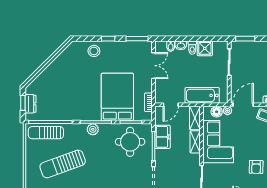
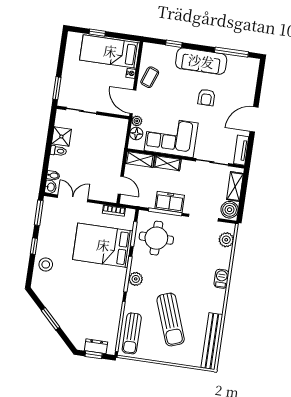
washbasin: (181, 45) -> (51, 187), moved
window: (48, 62) -> (51, 319), added
bathtub: (202, 95) -> (115, 147), removed
freezer: (162, 137) -> (170, 202), moved
armchair: (256, 167) -> (206, 97), turned 89

